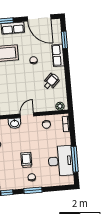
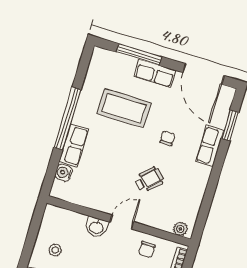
wheelchair: (51, 81) -> (149, 180), moved

